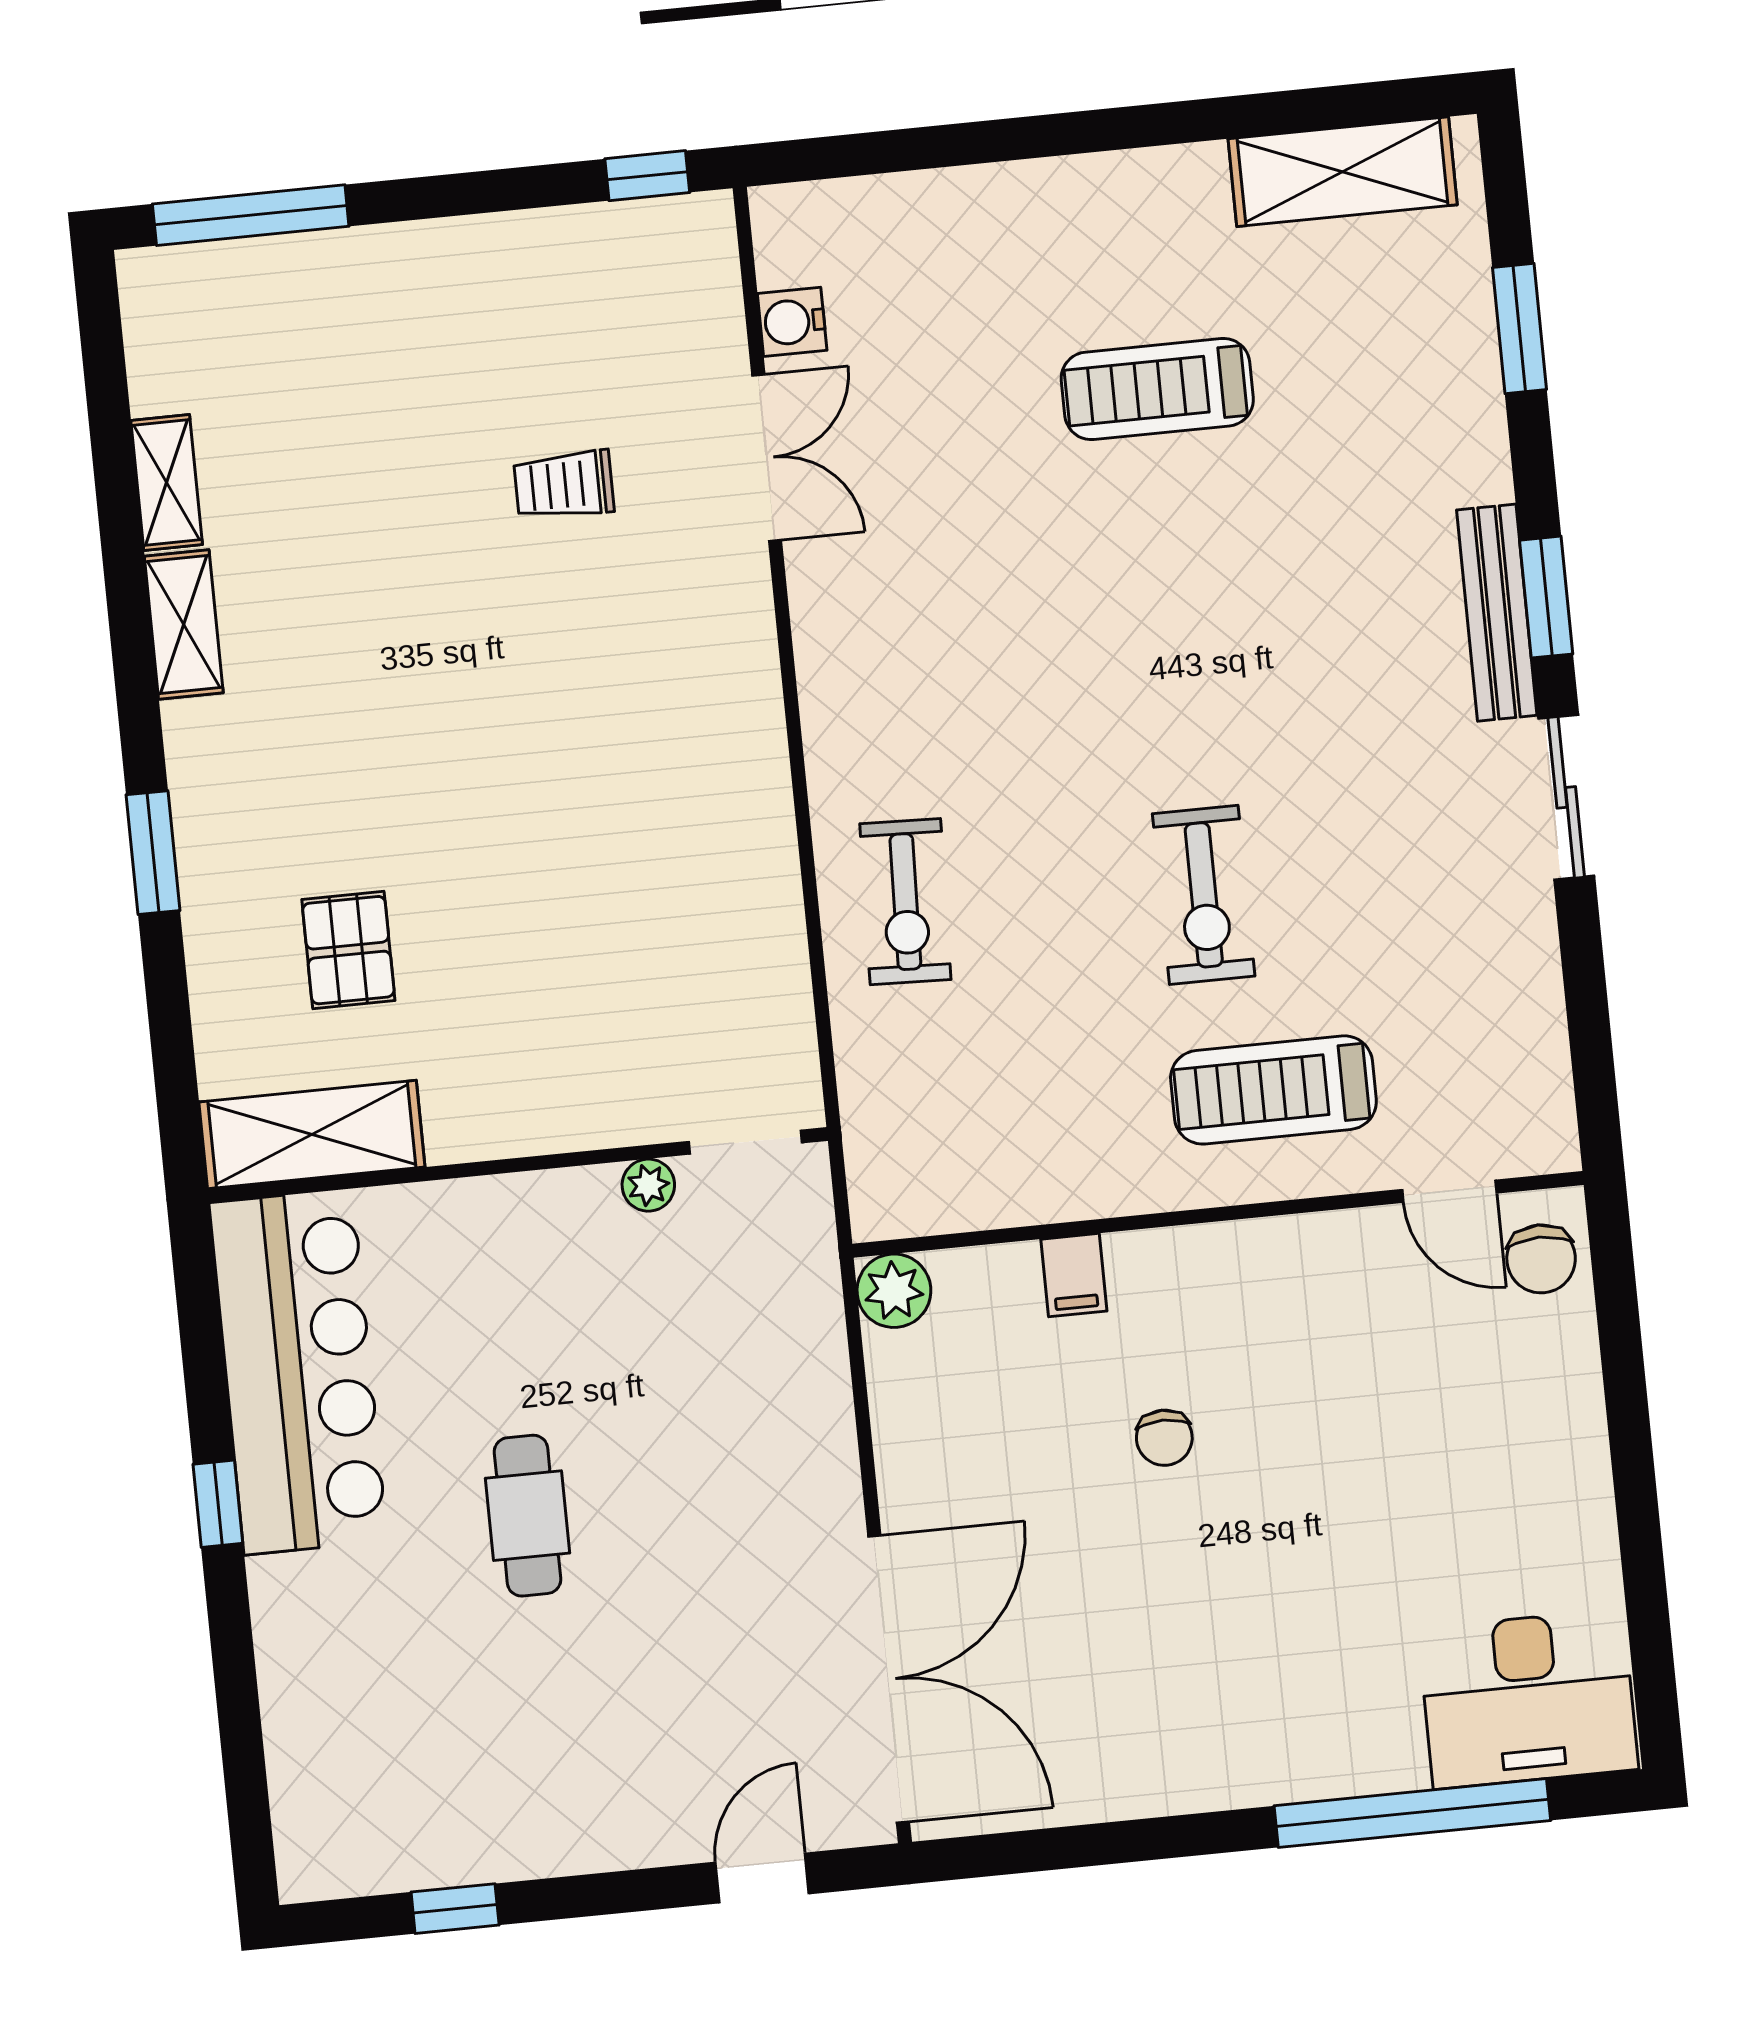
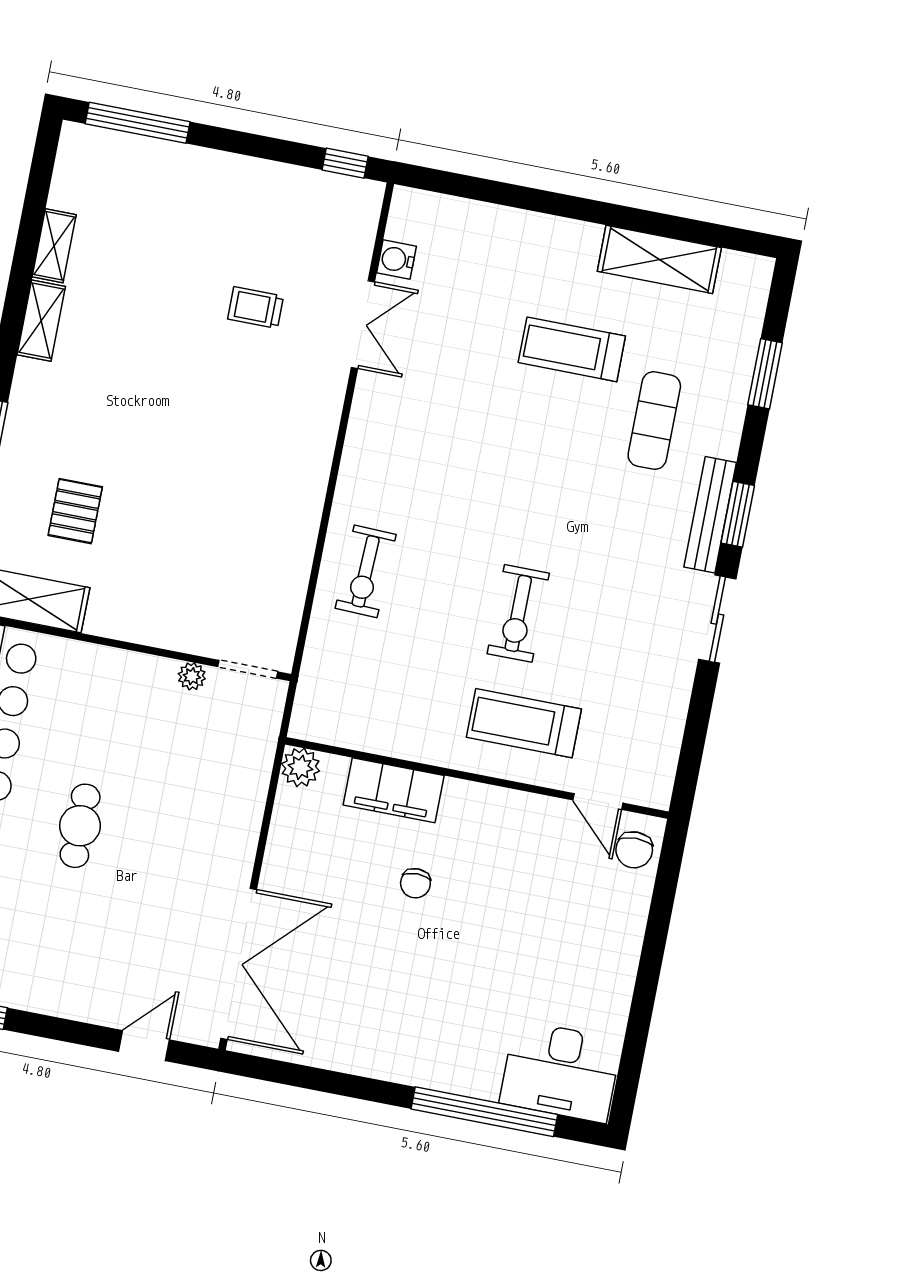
shelving: (1343, 172) -> (659, 259), moved
exercise mat: (1345, 473) -> (654, 421), added
filing cabinet: (1074, 1275) -> (394, 790), width x3.00, depth x1.17

